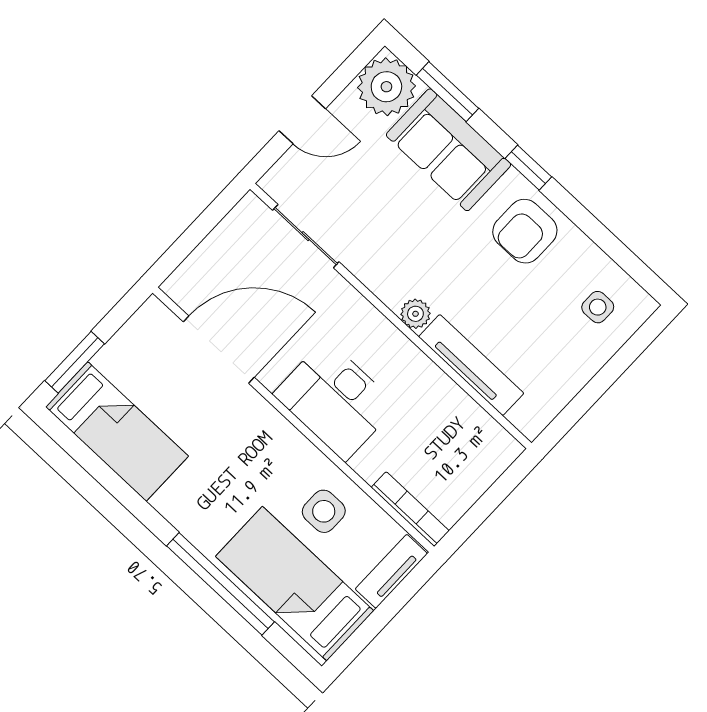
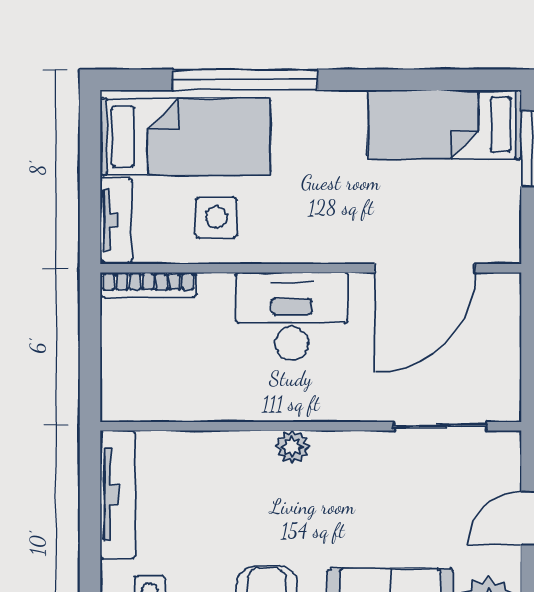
tv unit: (471, 365) -> (118, 495), moved, turned -90

